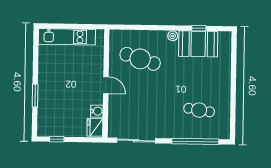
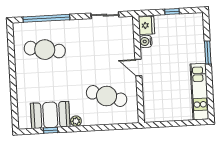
kitchen unit: (67, 37) -> (199, 92), moved, turned -90
cafe table: (199, 110) -> (45, 50), width x1.37, depth x1.35
window: (57, 139) -> (172, 11), moved
sliding door: (136, 141) -> (105, 15), width x0.73

